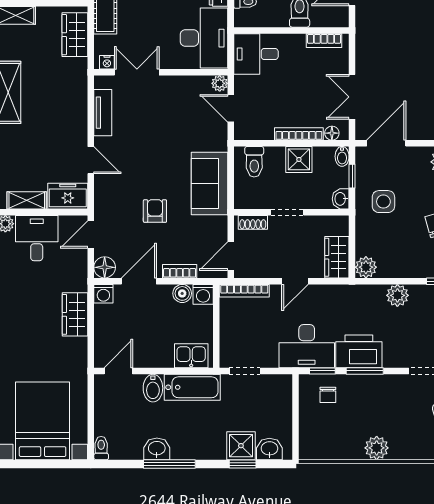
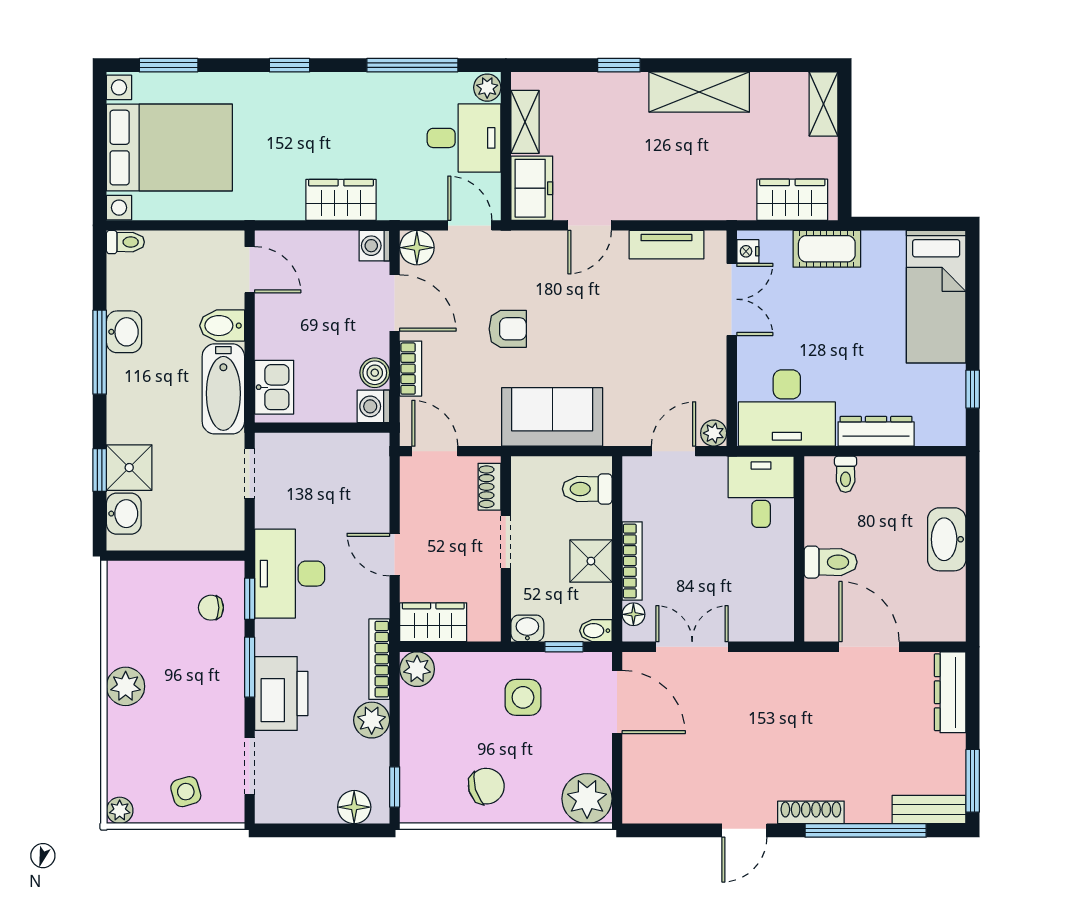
bookcase: (324, 41) -> (783, 602), removed
bookcase: (244, 291) -> (379, 659), moved
printer: (359, 351) -> (281, 694), moved

